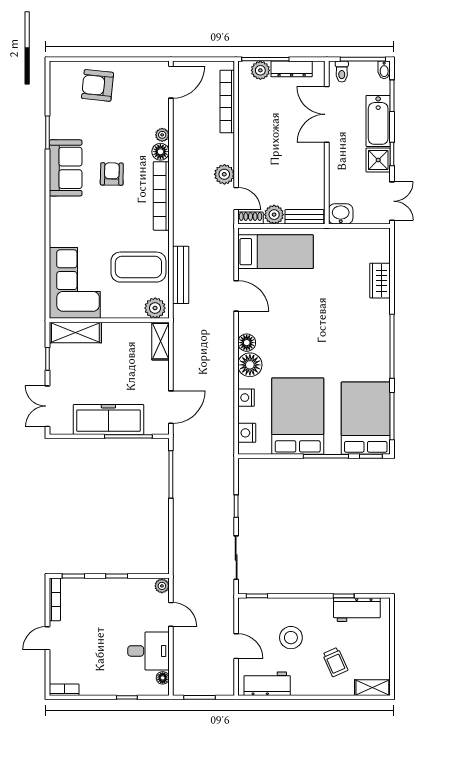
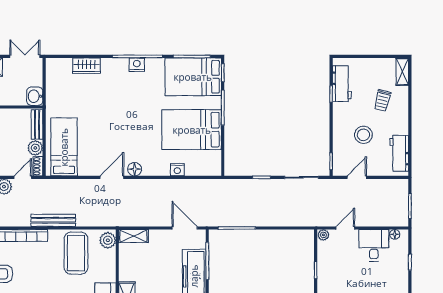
bench: (181, 275) -> (53, 220), moved
door: (236, 296) -> (112, 177), moved
floor lamp: (250, 365) -> (152, 167), removed
nightstand: (247, 433) -> (137, 65), moved, turned 180
door: (236, 646) -> (357, 177), moved
trolley: (335, 662) -> (382, 101), turned 128

